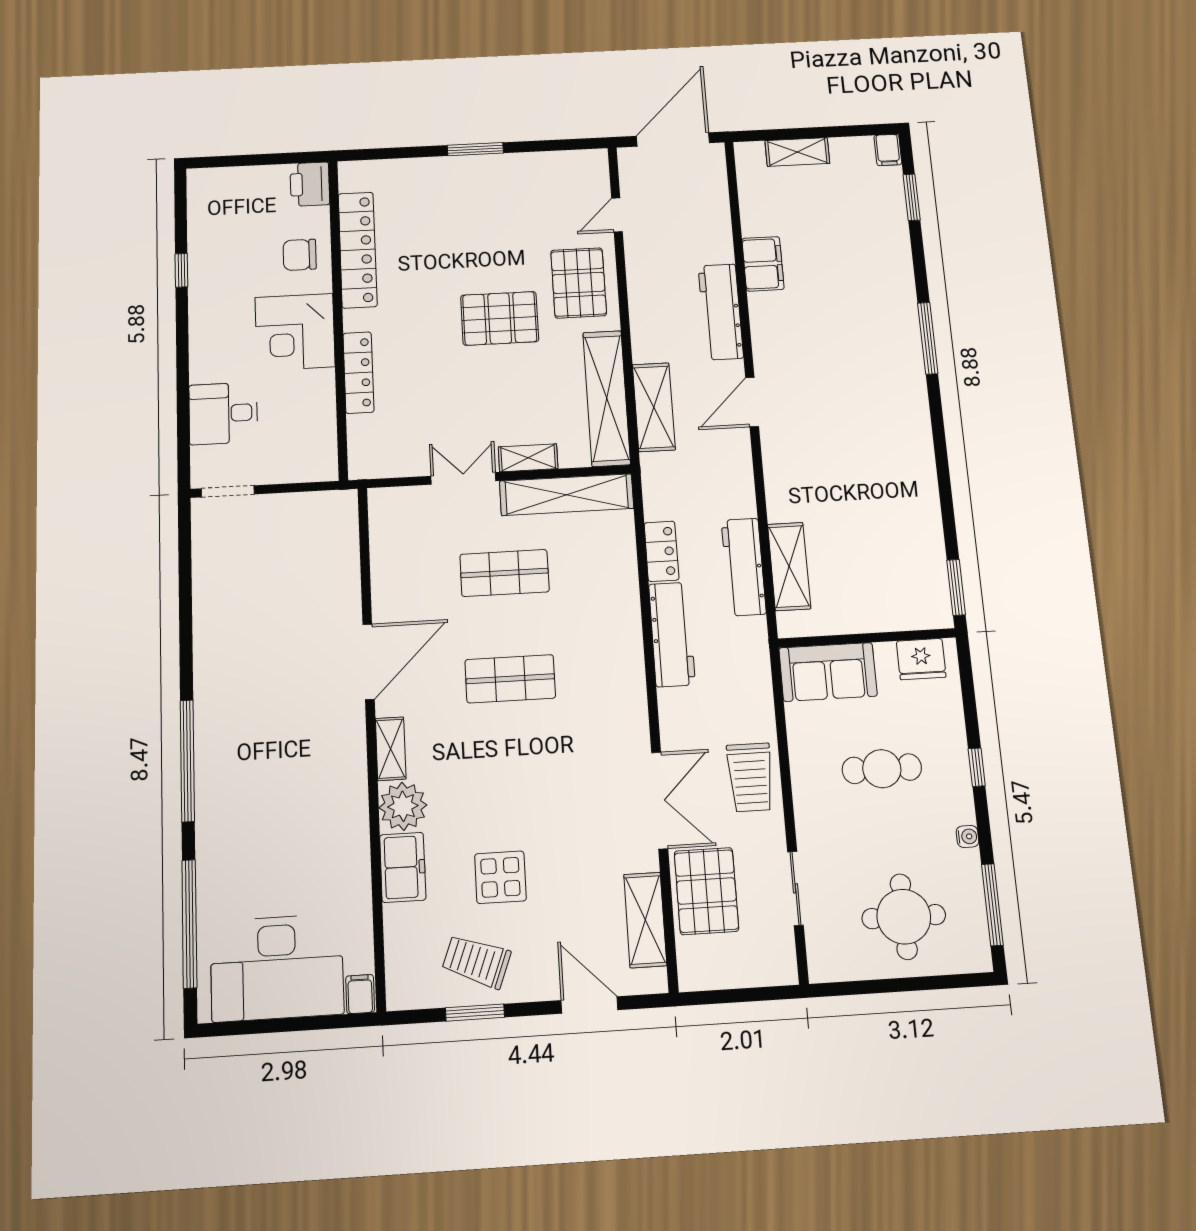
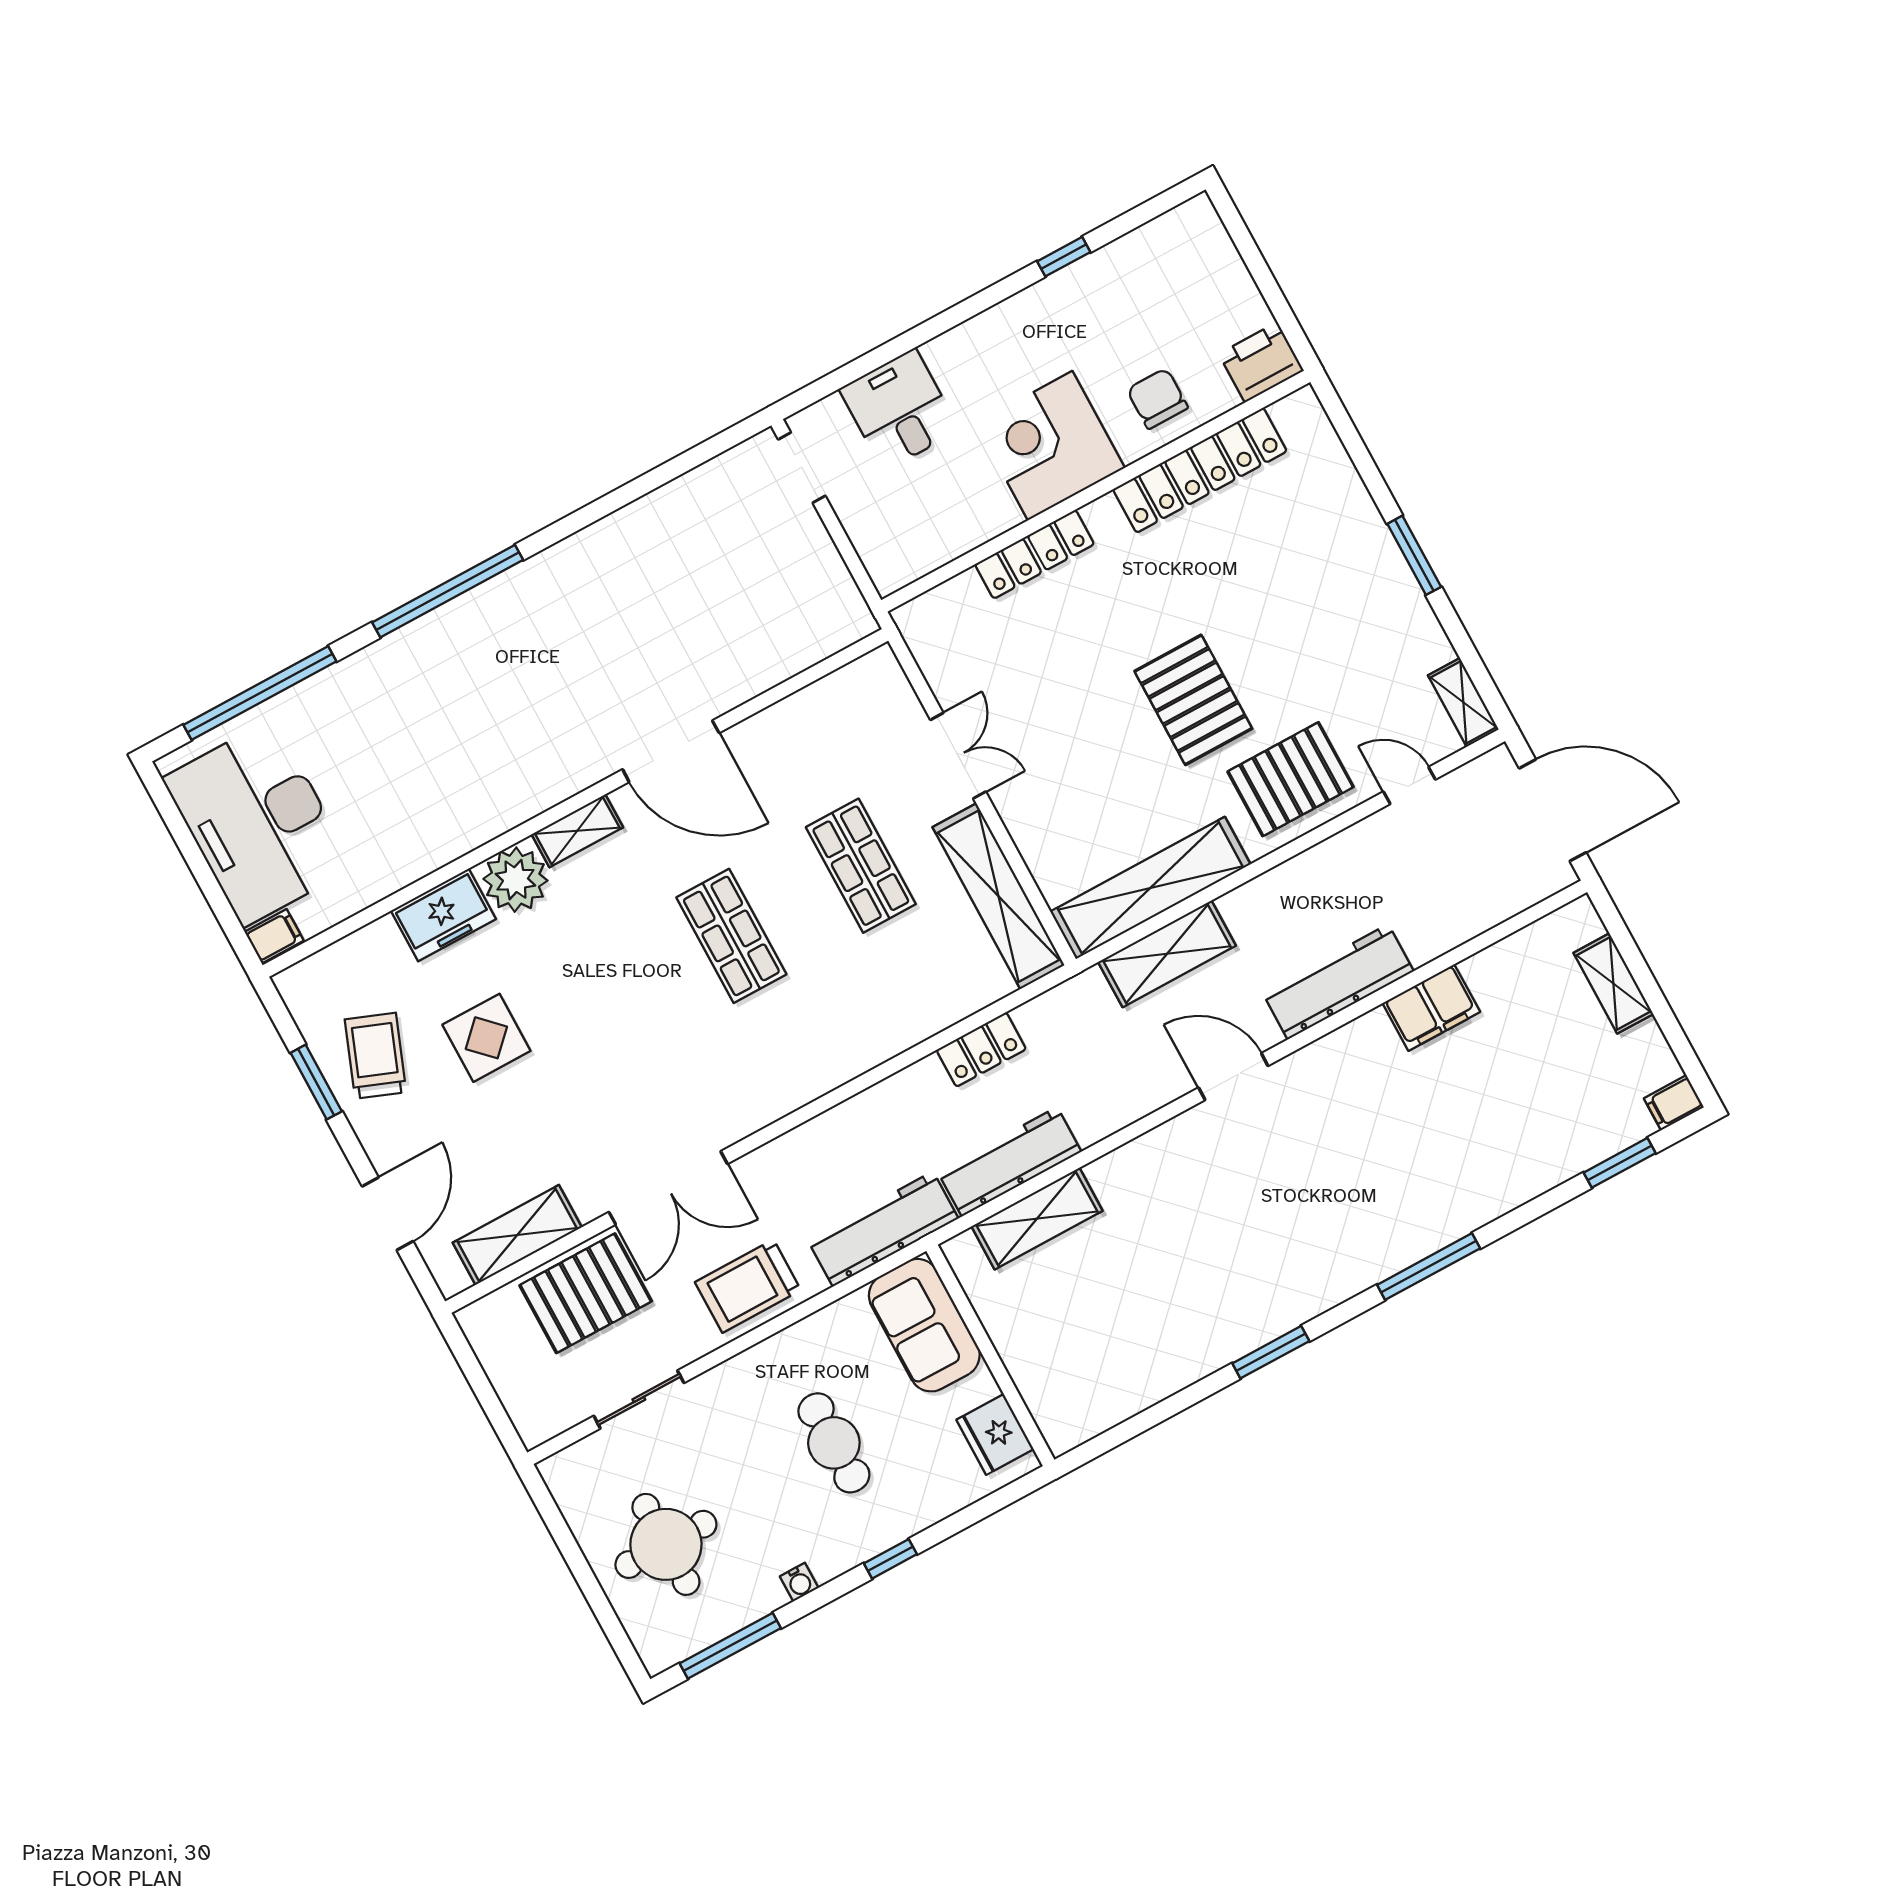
shelving: (528, 458) -> (1463, 702), moved
window: (956, 587) -> (1271, 1352), moved
workbench: (672, 634) -> (883, 1229), moved, turned 180

